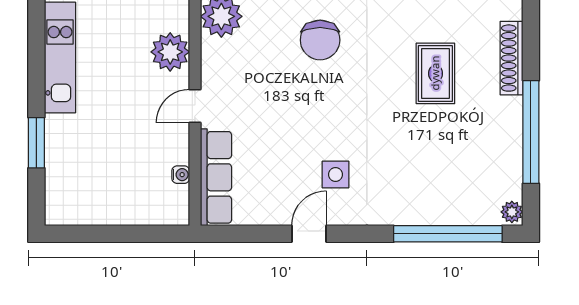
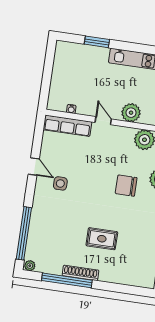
shoe rack: (511, 58) -> (80, 273), moved

